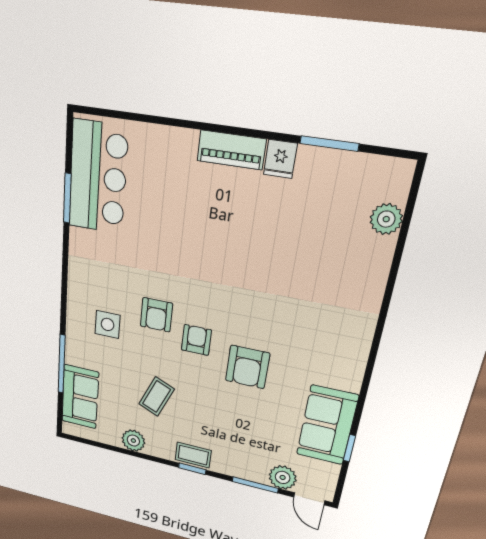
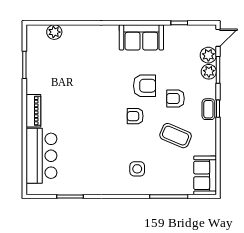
fridge: (280, 159) -> (34, 86), removed
bar counter: (98, 177) -> (41, 156), moved, turned 90
armchair: (156, 315) -> (175, 99), moved, turned 180
sofa: (80, 397) -> (205, 175), moved, turned -90
coffee table: (156, 397) -> (176, 136), width x1.36, depth x1.30
sofa: (327, 425) -> (141, 37), moved
plant: (133, 441) -> (209, 72), moved

